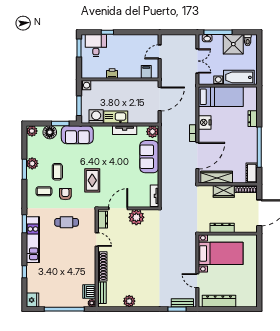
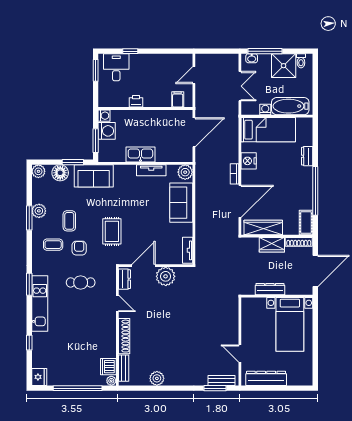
washing machine: (96, 117) -> (107, 131), moved, turned 90
bed with nightstands: (221, 253) -> (290, 324), moved, turned 90

